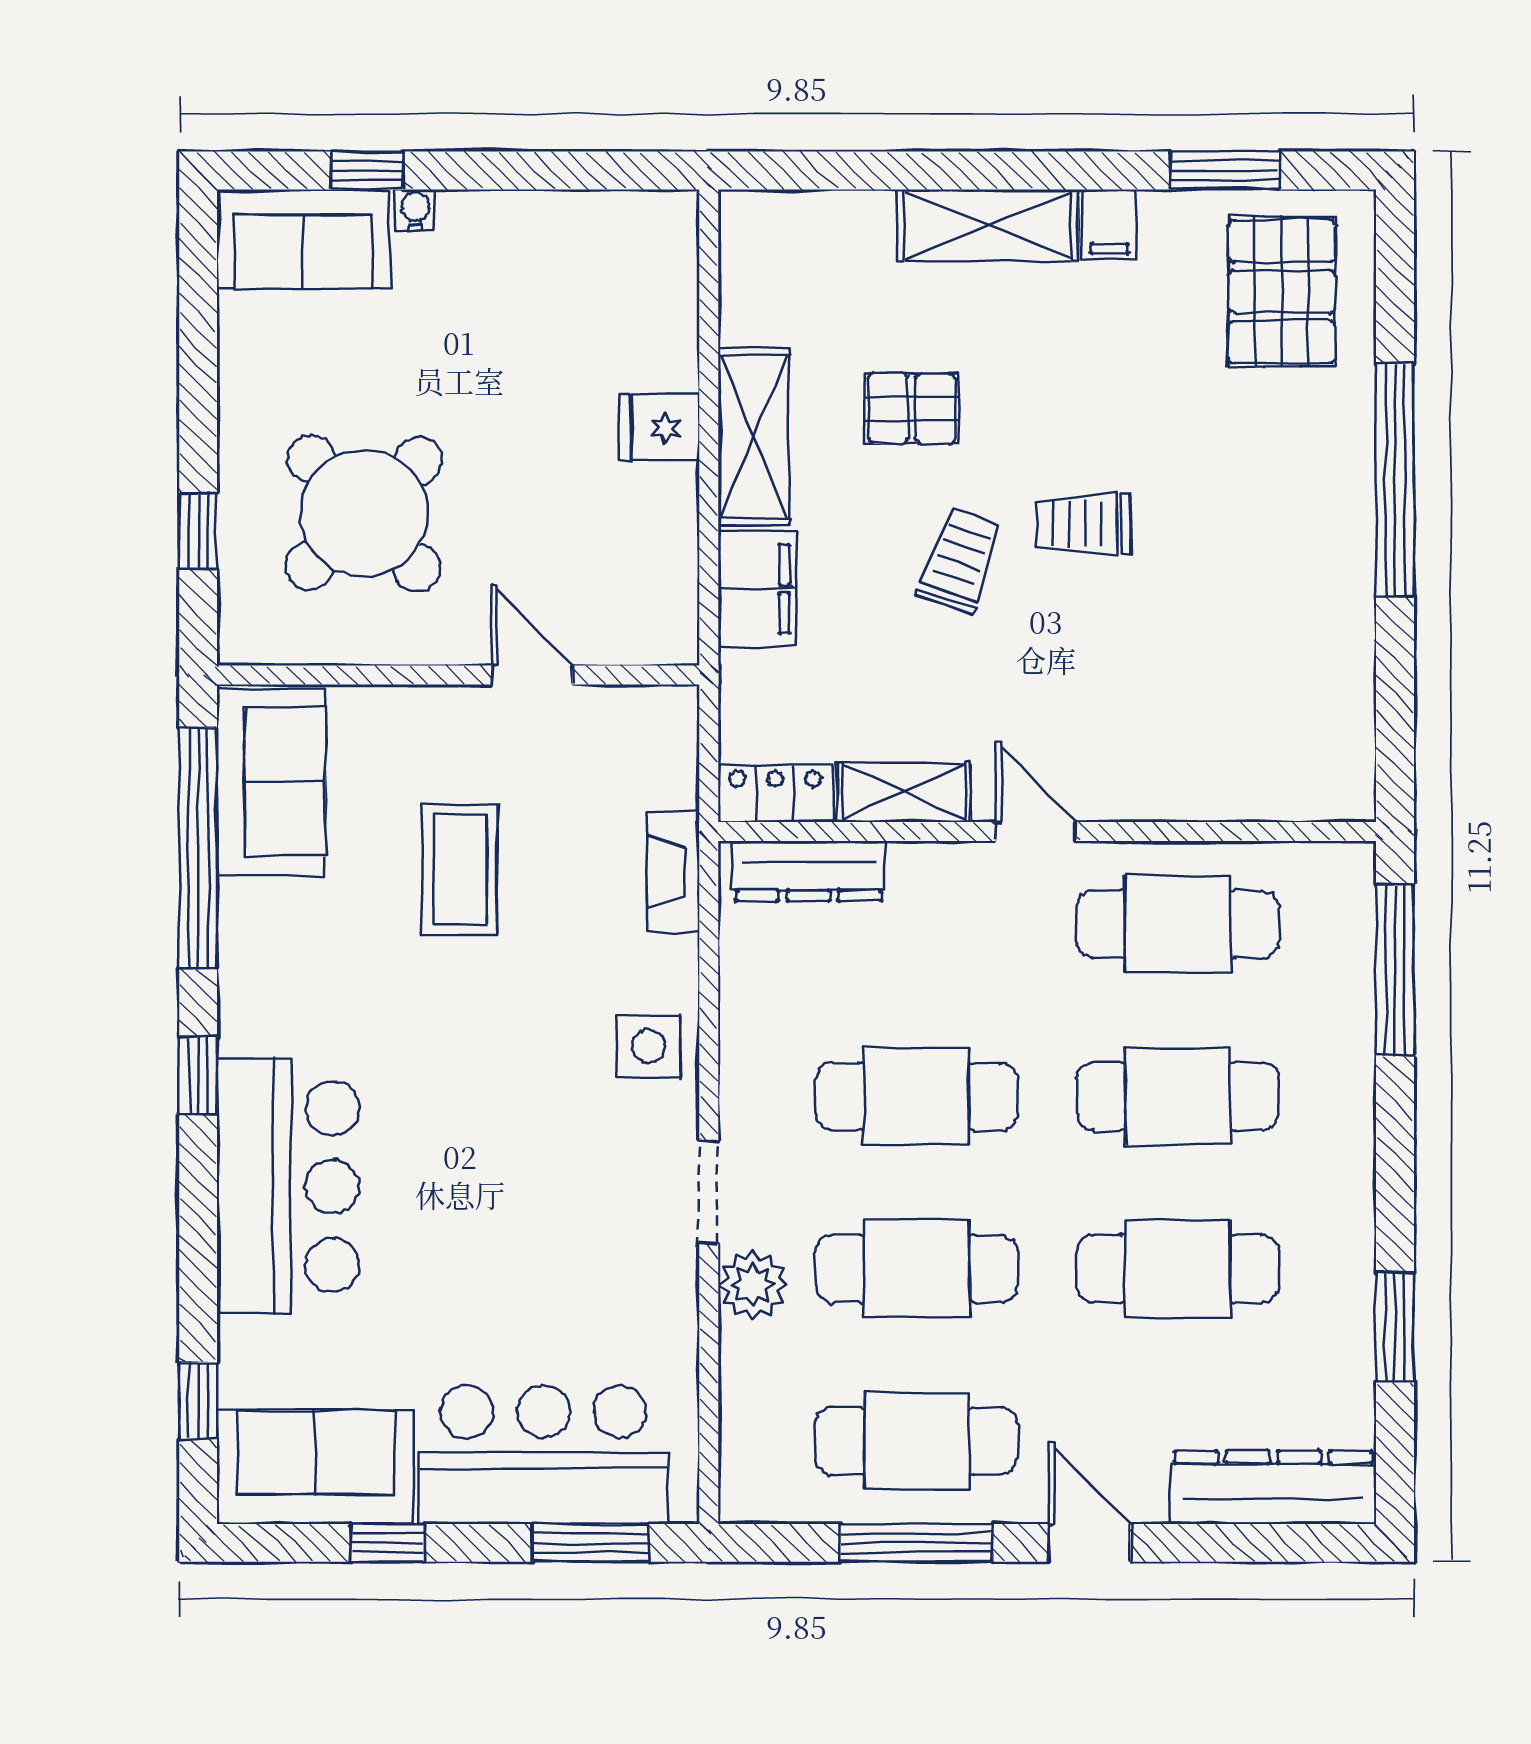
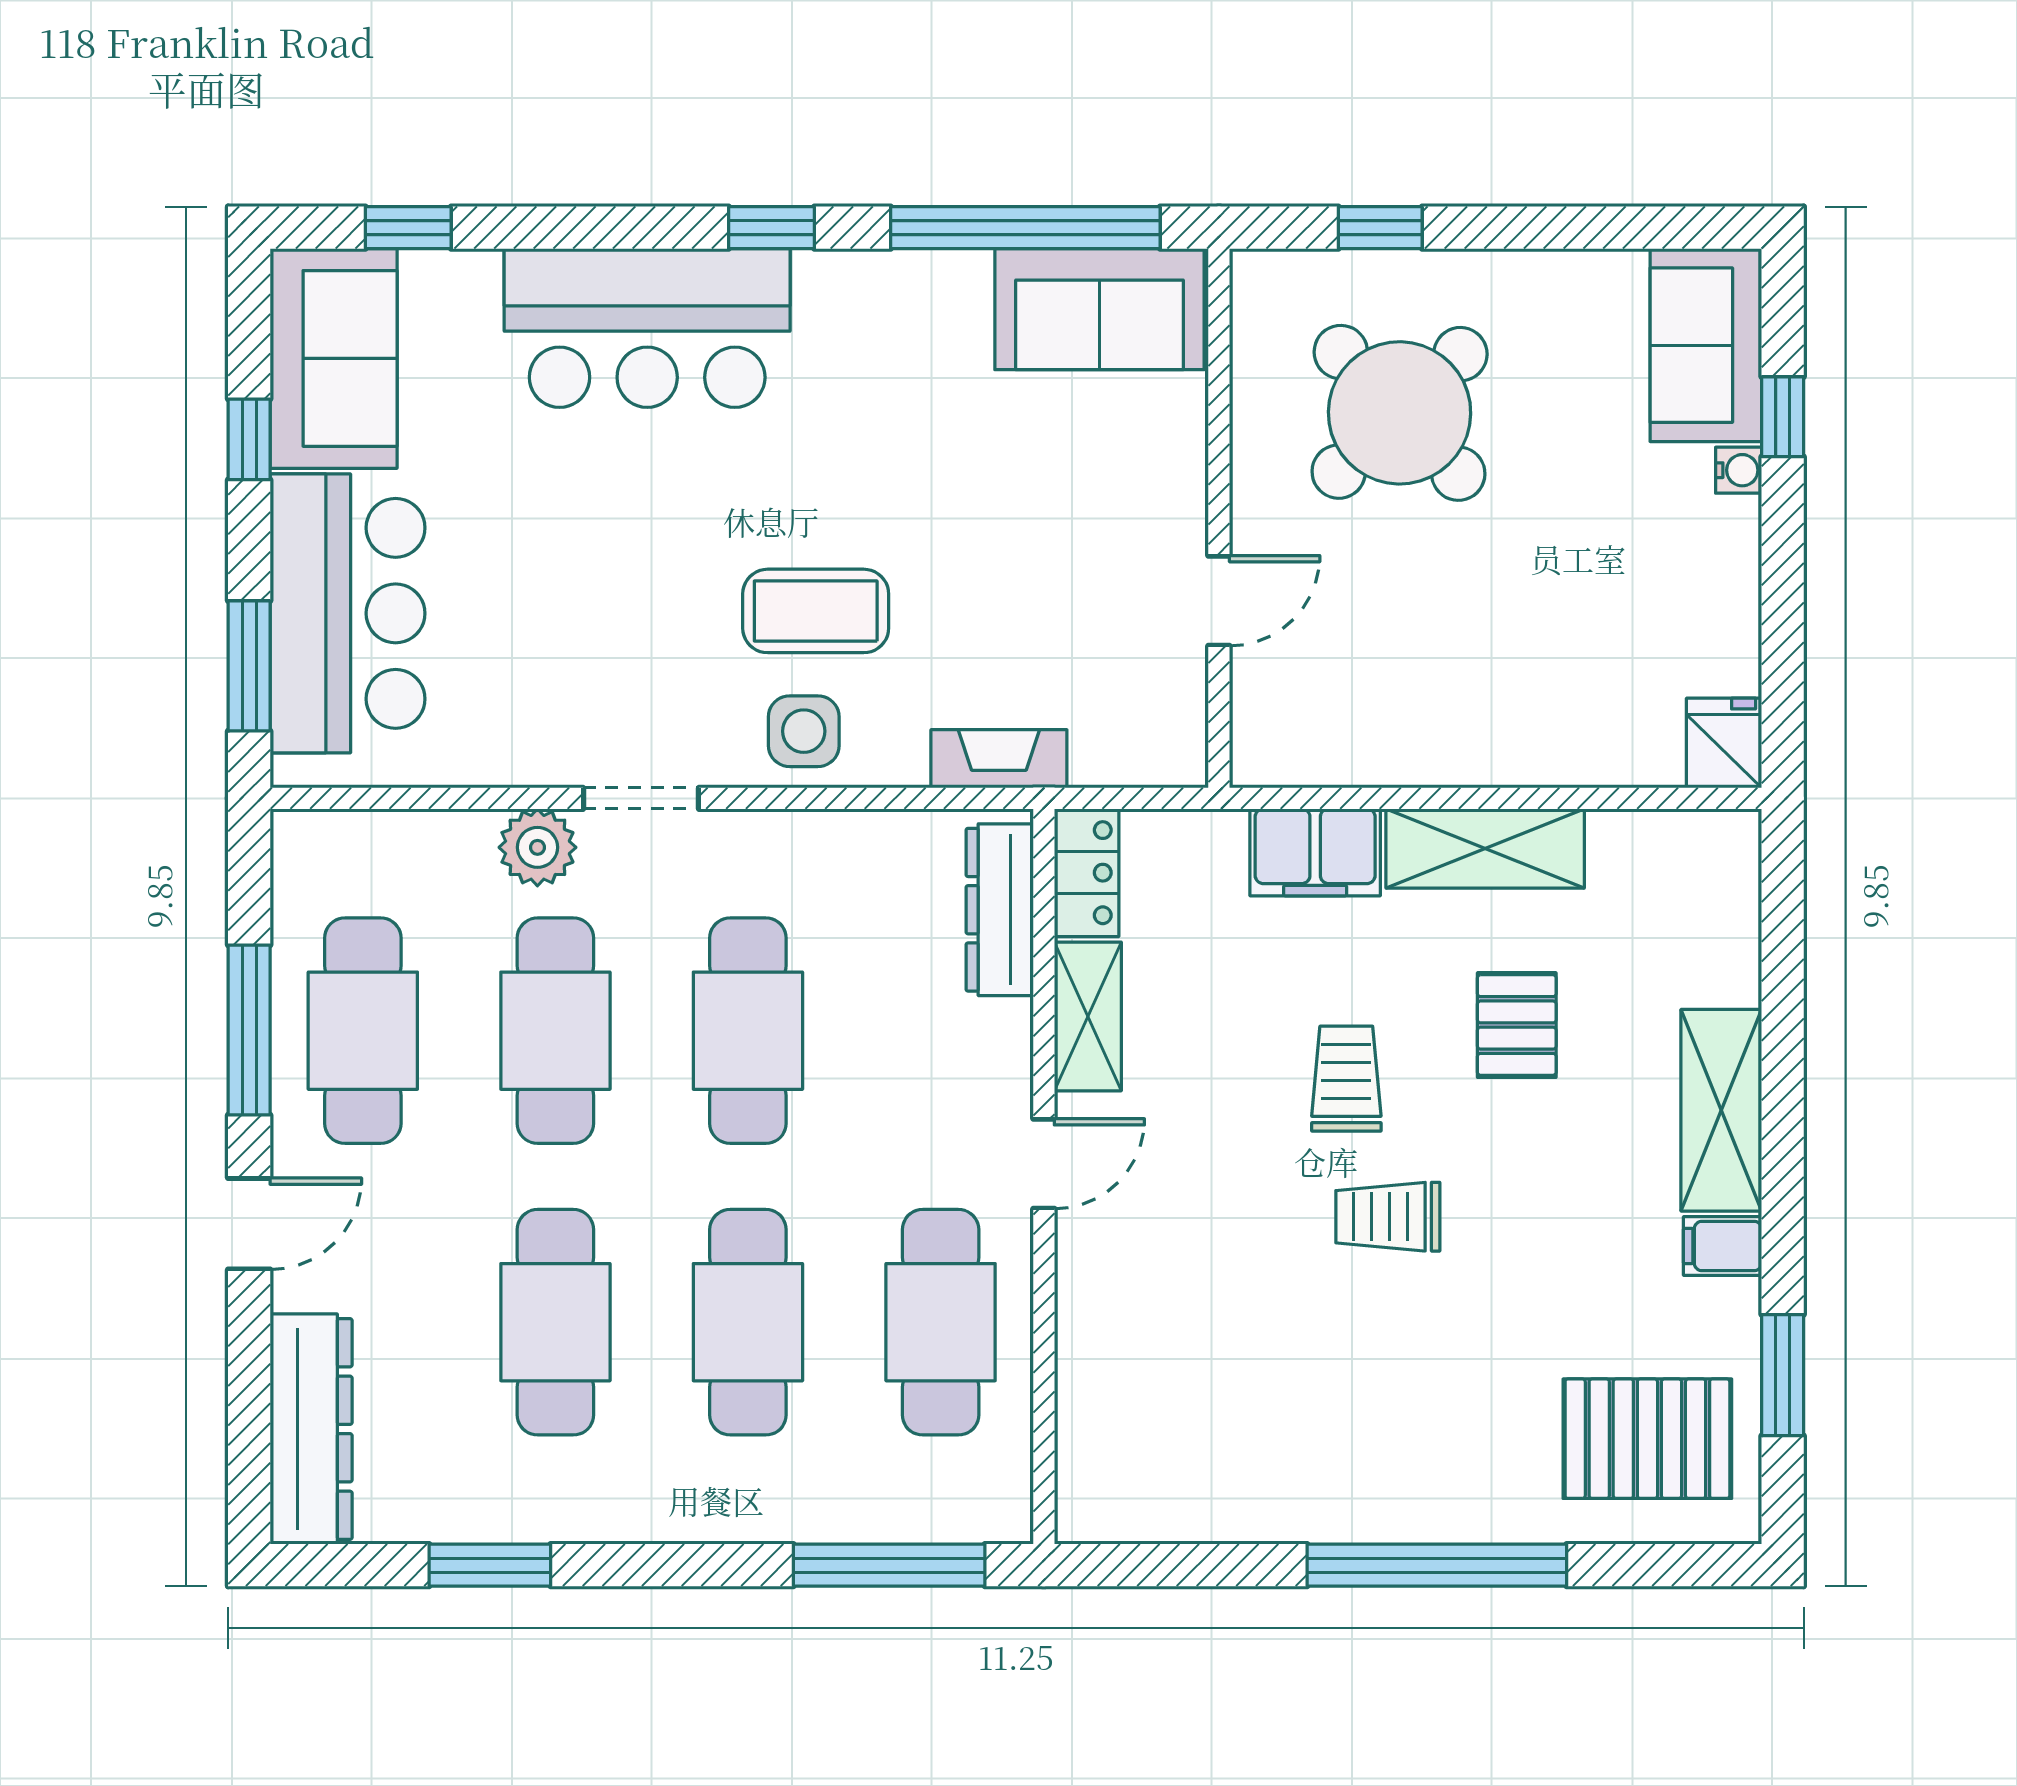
fridge: (659, 428) -> (1724, 743), moved
trolley: (1083, 524) -> (1388, 1217), turned -90
trolley: (960, 561) -> (1346, 1079), turned -109
coffee table: (460, 869) -> (816, 611), moved

